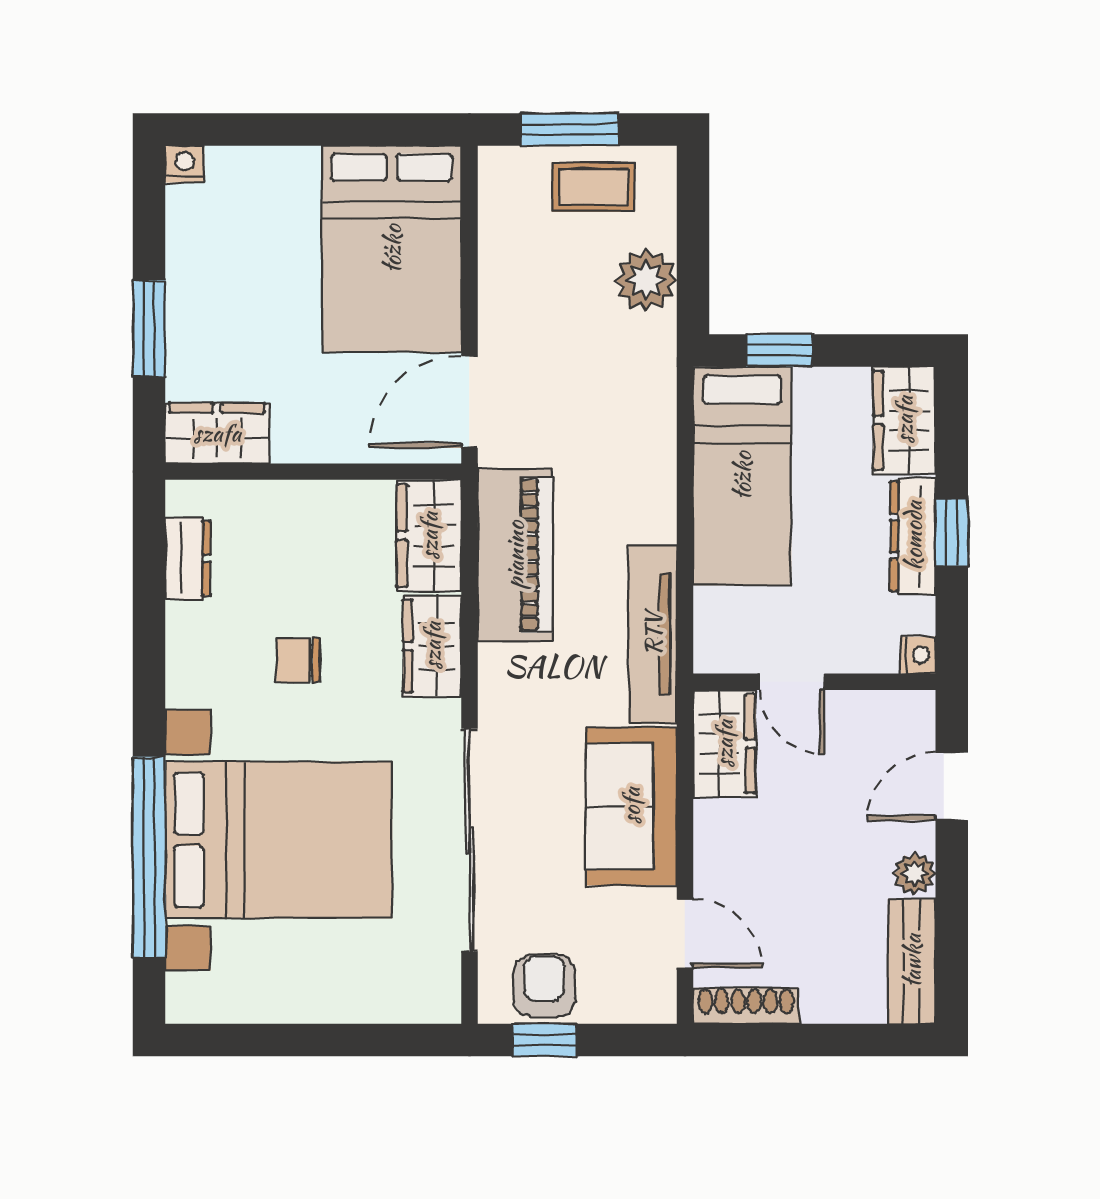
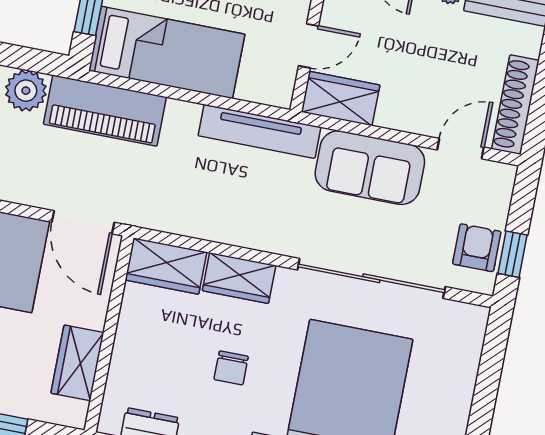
wardrobe: (217, 433) -> (77, 363), moved
piano: (515, 555) -> (105, 111), moved, turned 180
armchair: (544, 986) -> (477, 248), turned 90
shoe rack: (746, 1006) -> (515, 105), width x1.36, depth x1.24

